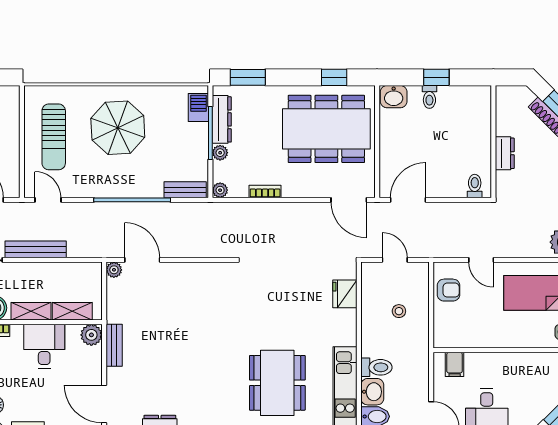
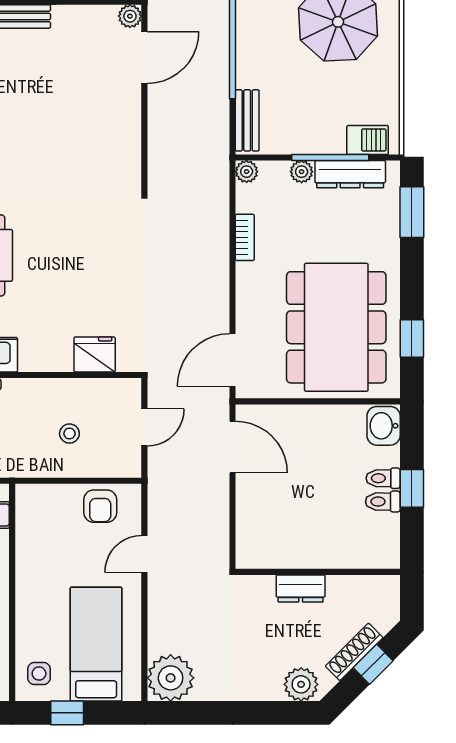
toilet: (475, 186) -> (383, 502), moved, turned 180

